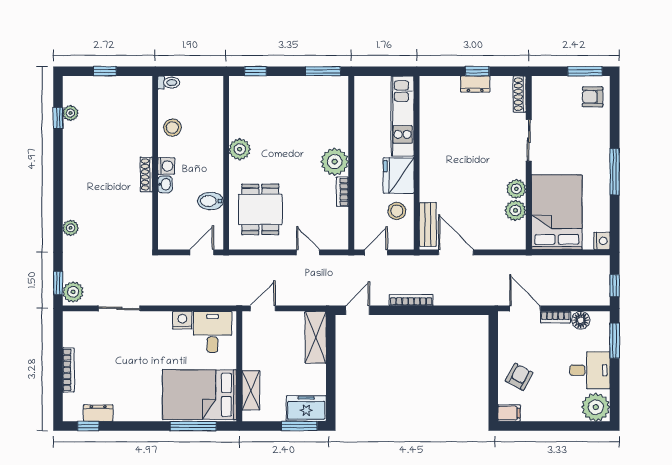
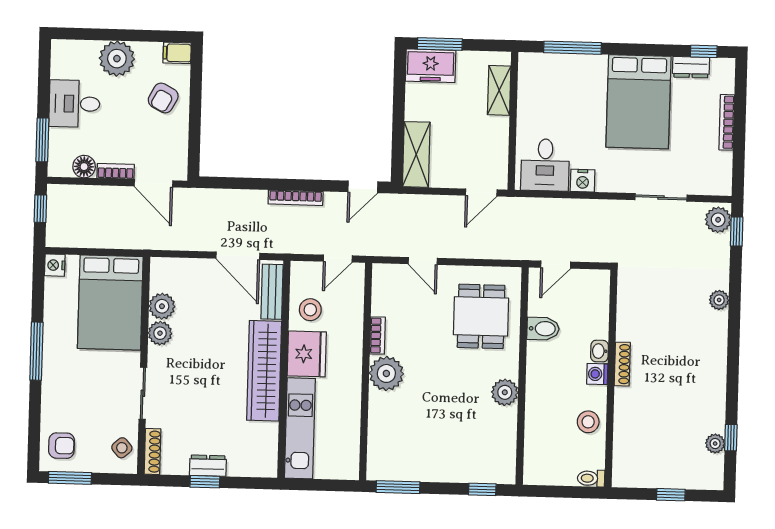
side table: (544, 96) -> (122, 448), added
wardrobe: (432, 161) -> (264, 371), added
bed: (199, 395) -> (638, 102), moved, turned 90
plant: (596, 407) -> (117, 59), moved

